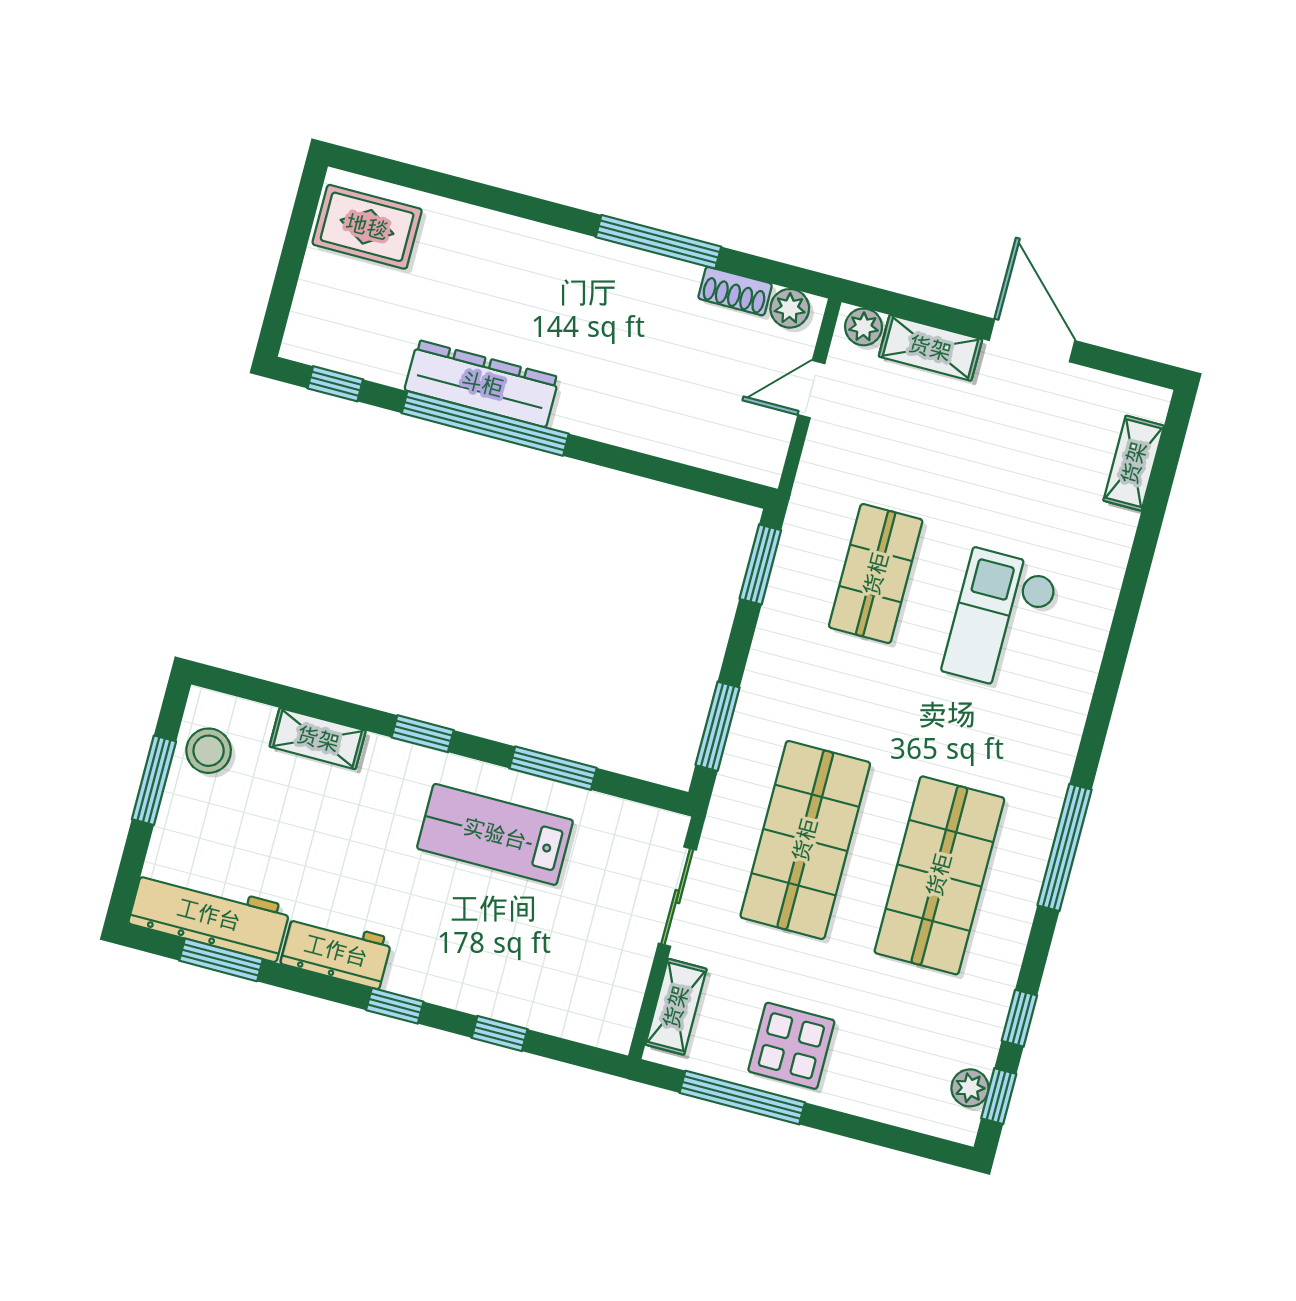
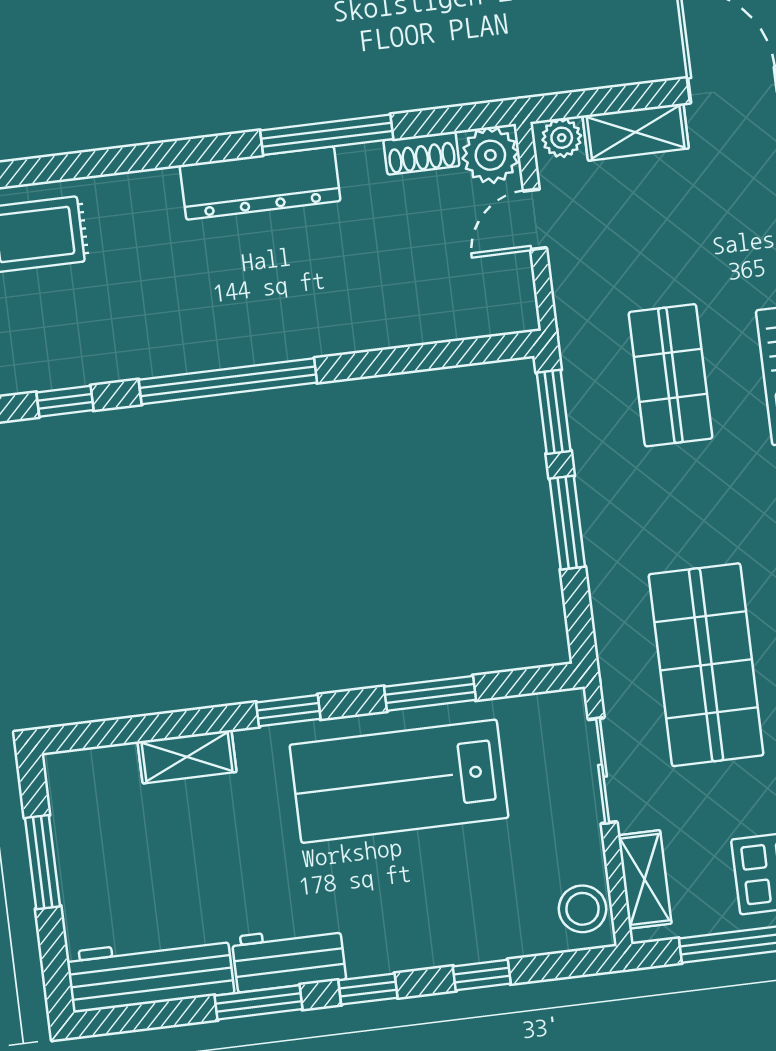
plant: (790, 308) -> (490, 155), width x1.38, depth x1.38
dresser: (482, 384) -> (260, 183), moved, turned 180
window: (718, 726) -> (567, 523), moved
stool: (209, 751) -> (583, 909), moved
lab bench: (495, 834) -> (399, 781), width x1.36, depth x1.39
window: (221, 960) -> (259, 1002), moved

